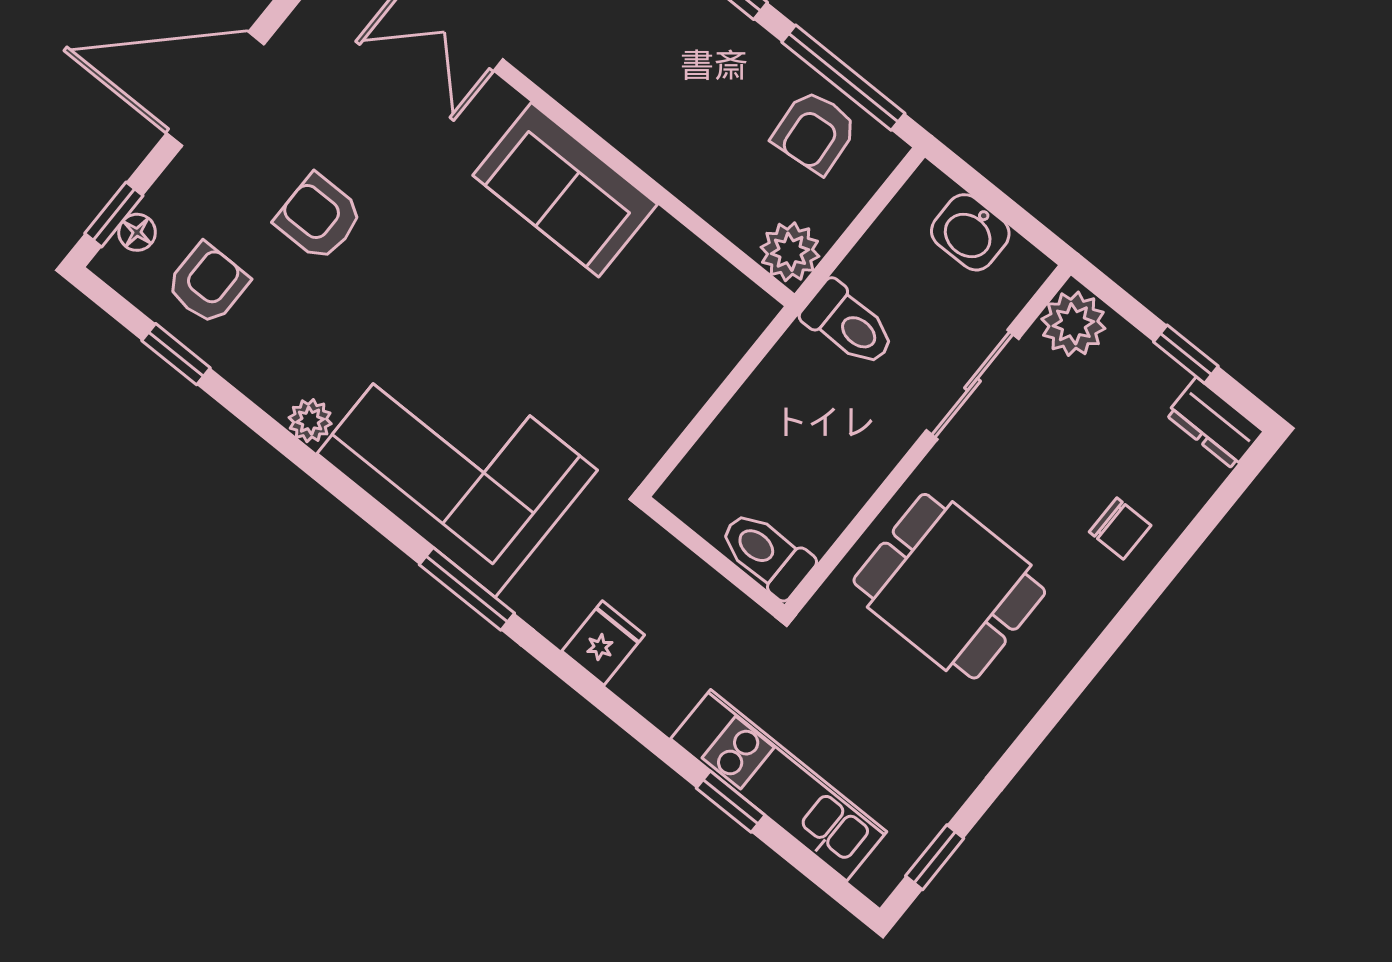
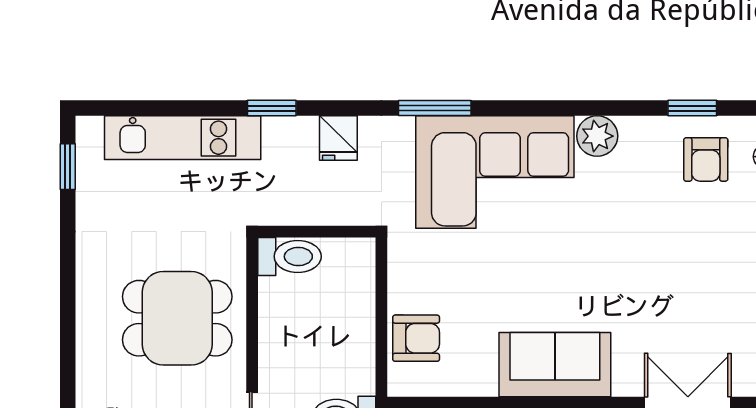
armchair: (319, 217) -> (416, 338), moved
plant: (310, 421) -> (597, 136), width x1.38, depth x1.38
window: (731, 802) -> (272, 108), moved

